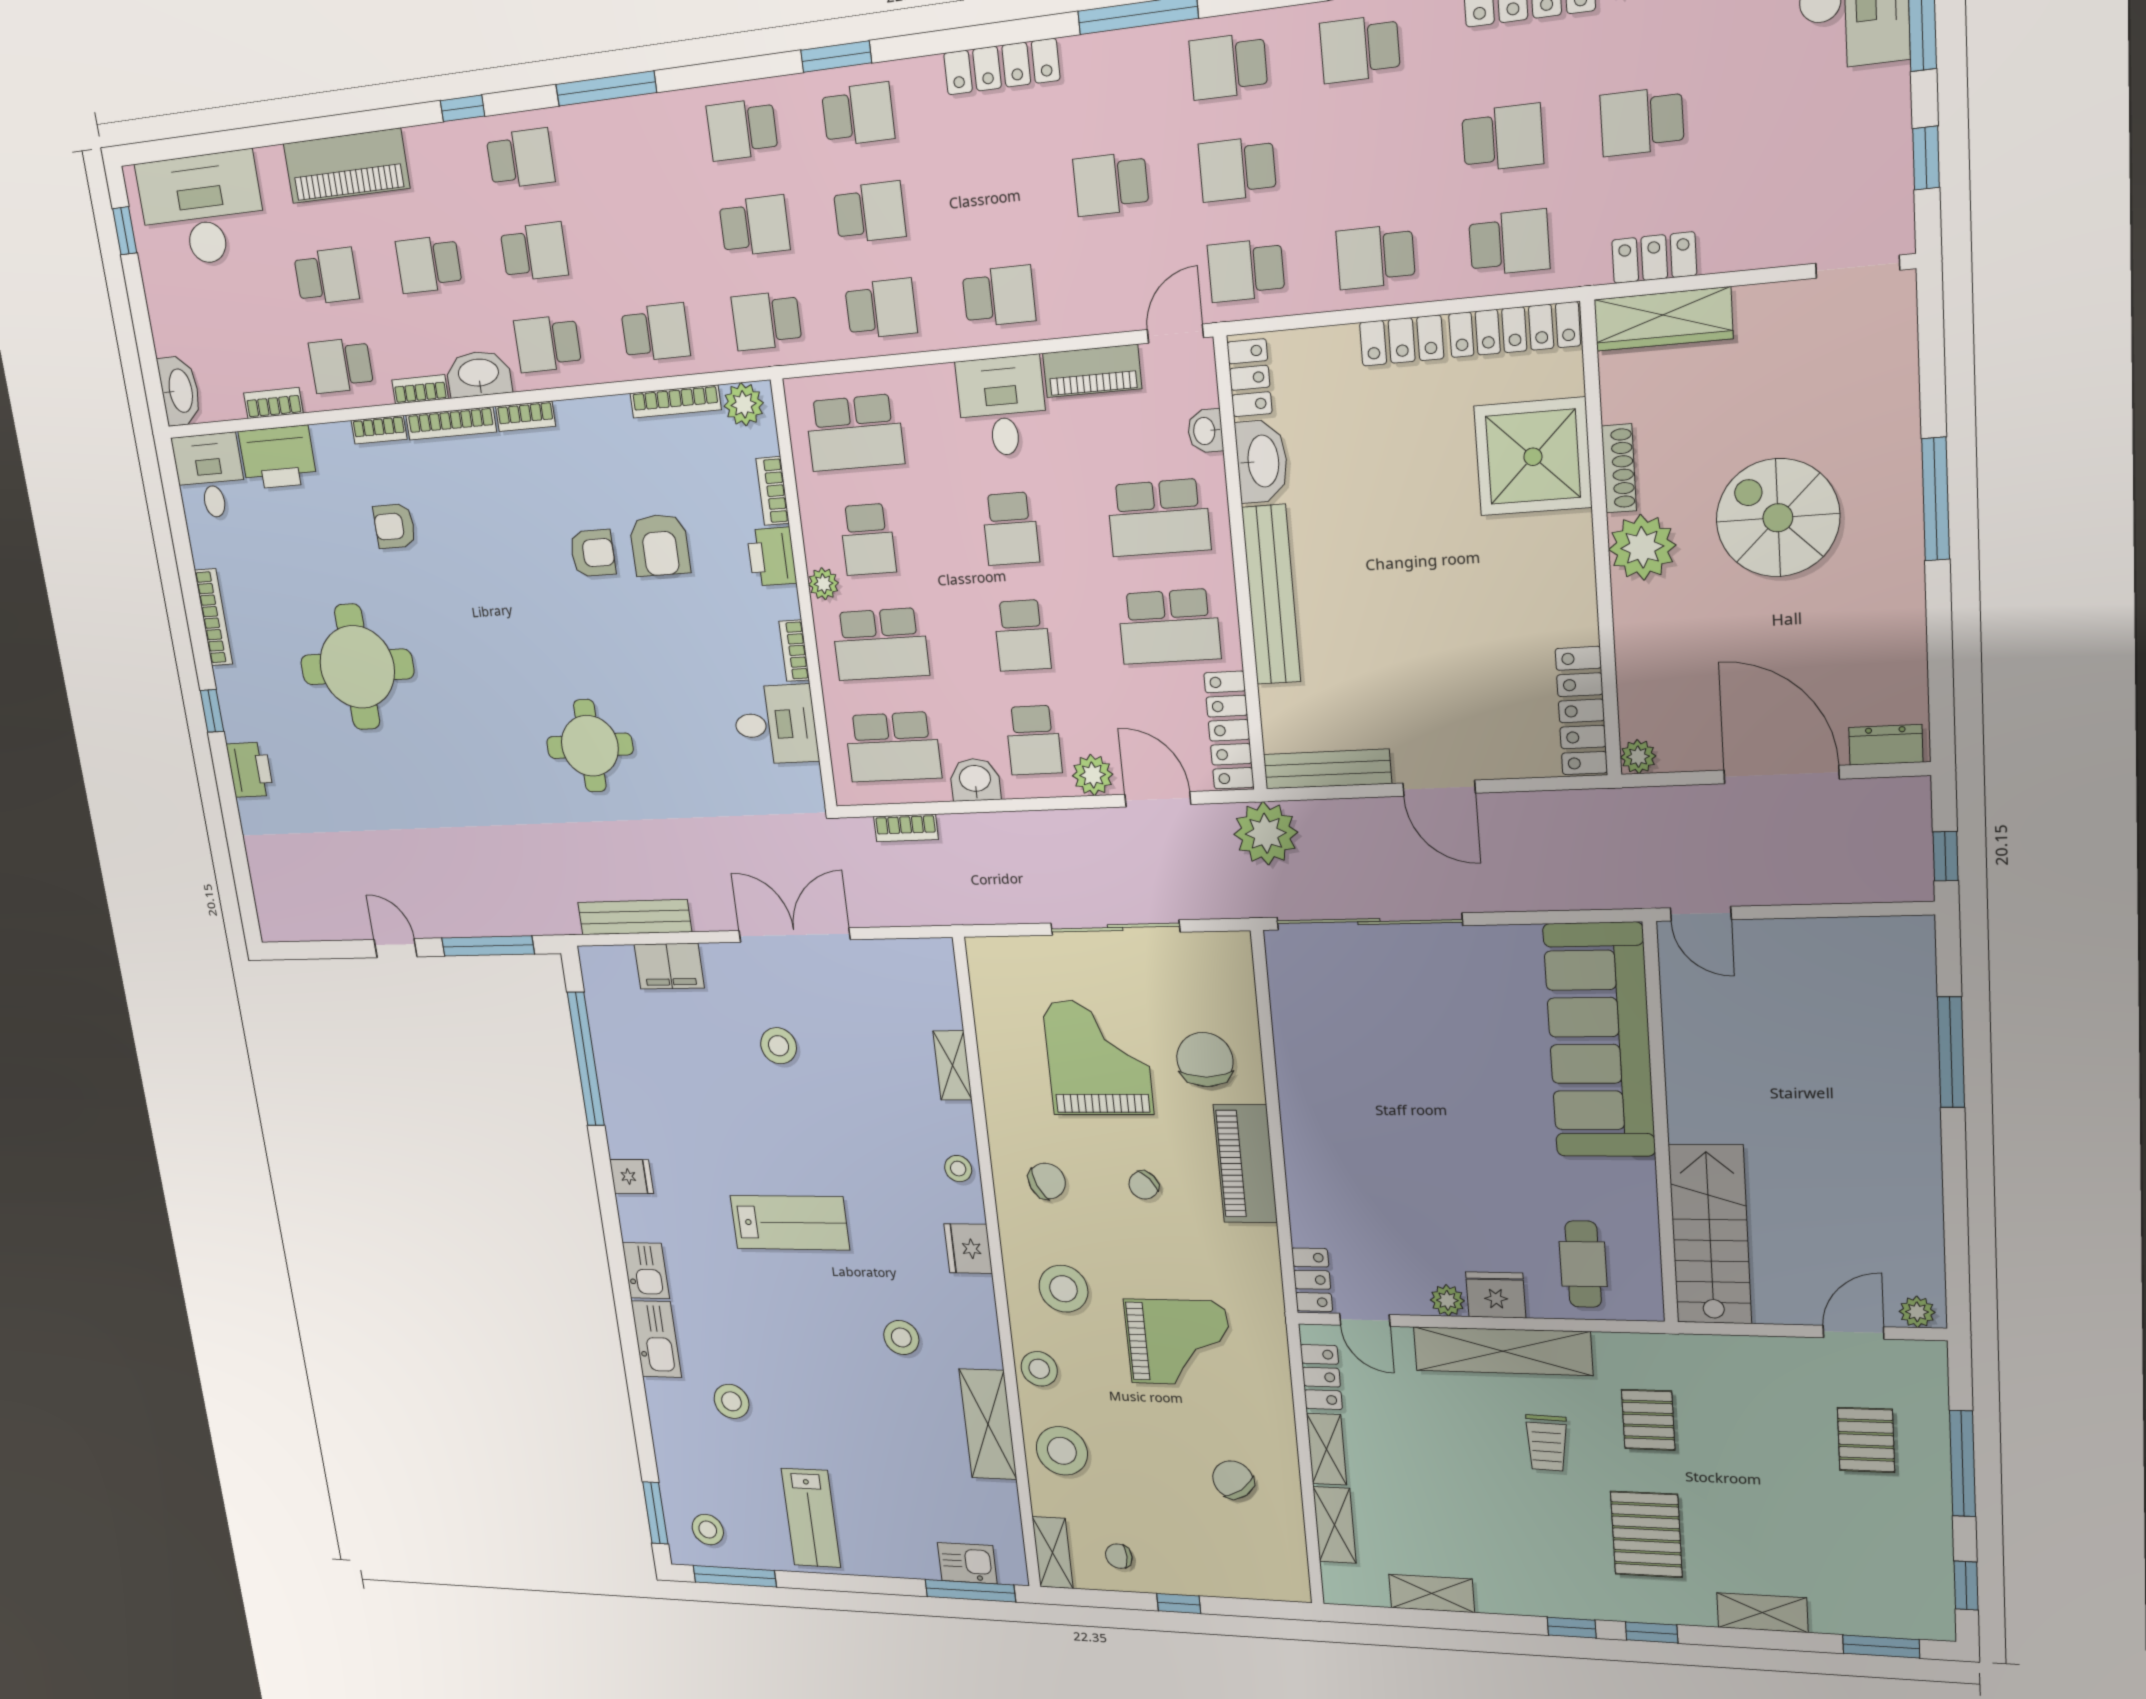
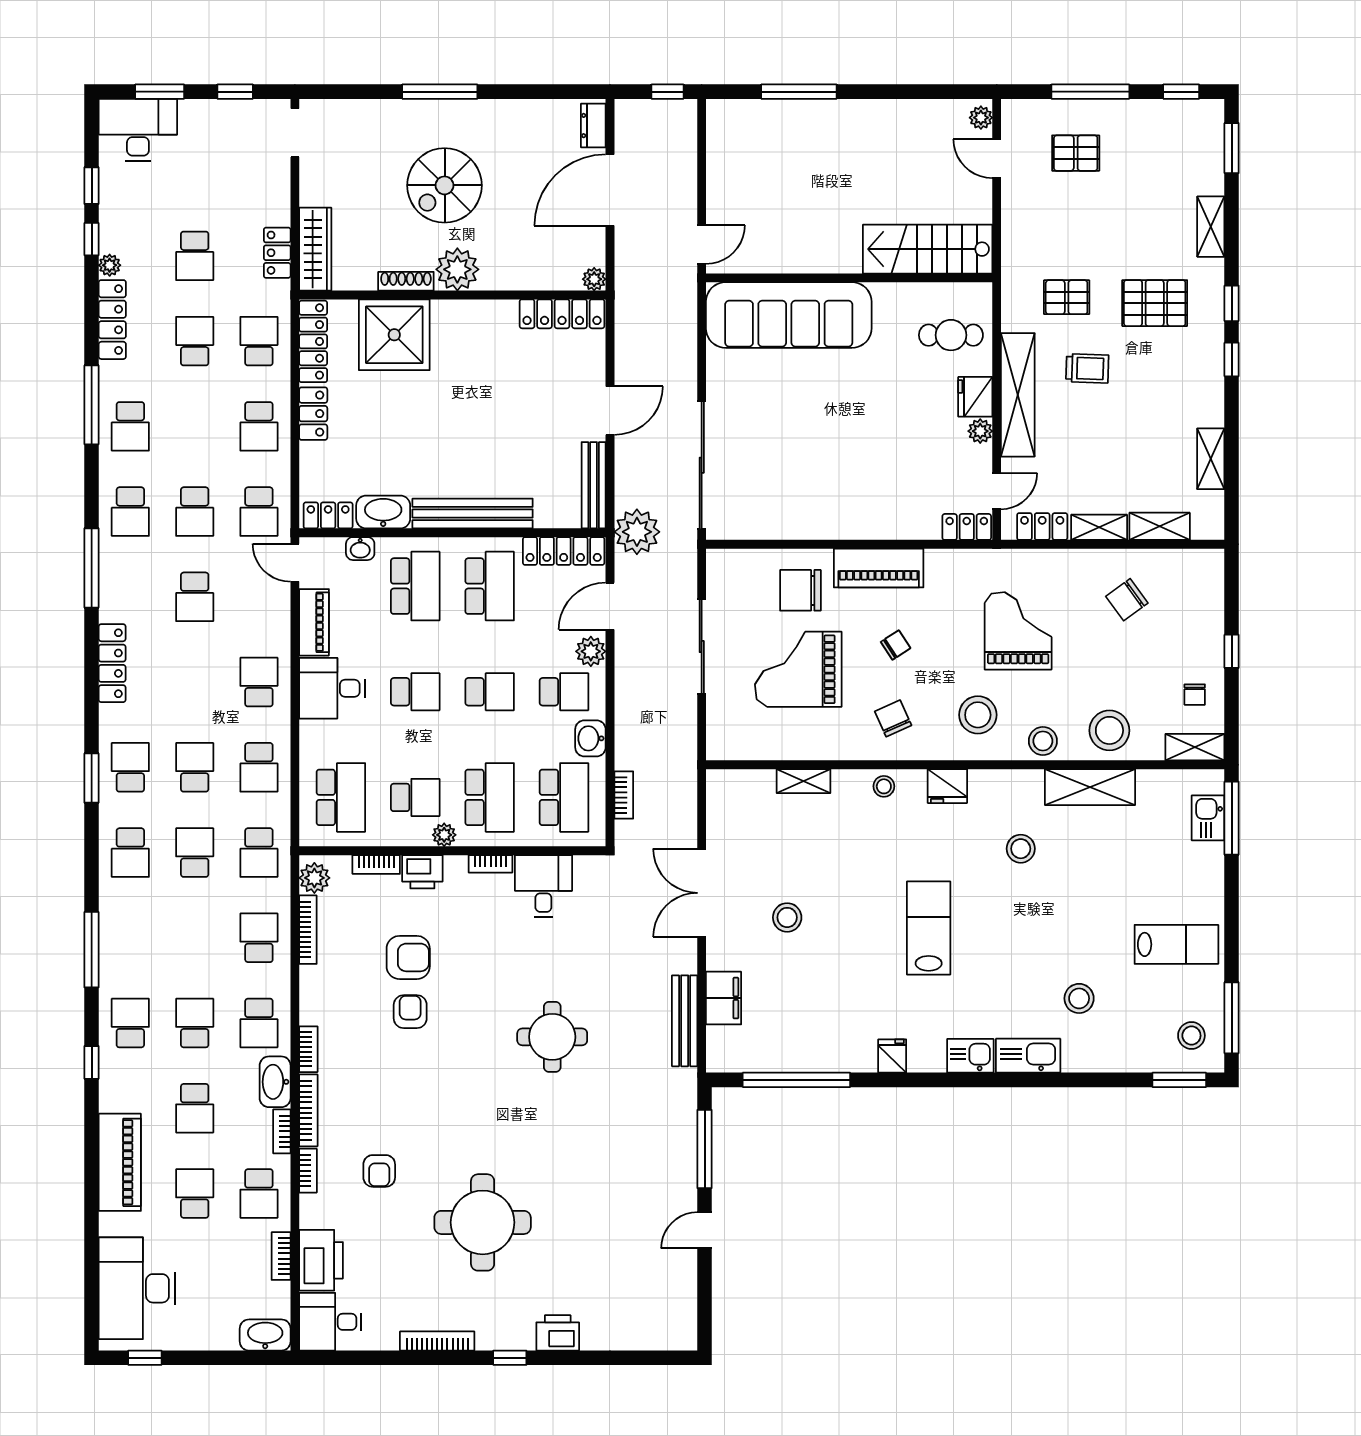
school desk: (881, 309) -> (259, 767), turned 180
chair: (1144, 1185) -> (896, 645), turned -81

